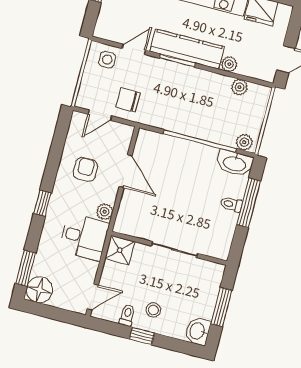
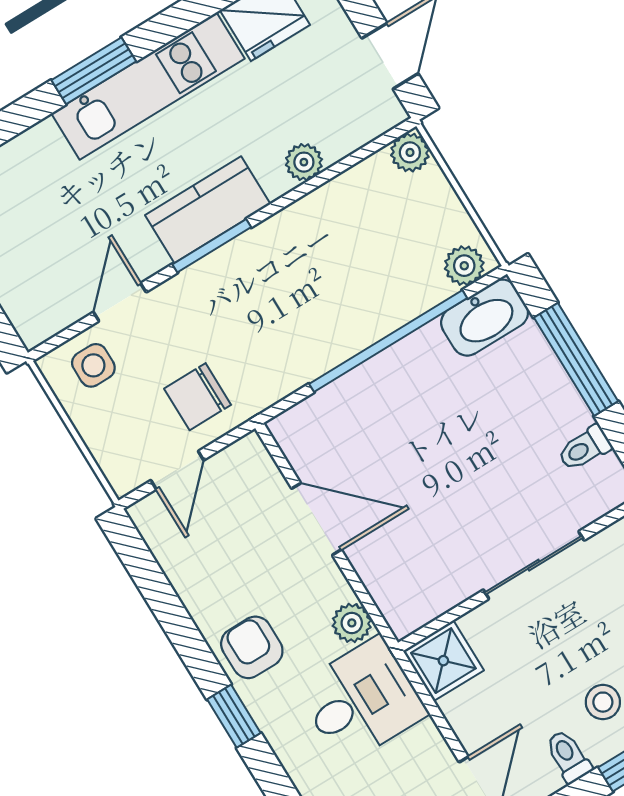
kitchen counter: (187, 49) -> (208, 210), width x0.67
plant: (240, 87) -> (410, 152), moved
armchair: (85, 169) -> (252, 647), moved
toilet: (231, 204) -> (584, 448), moved

